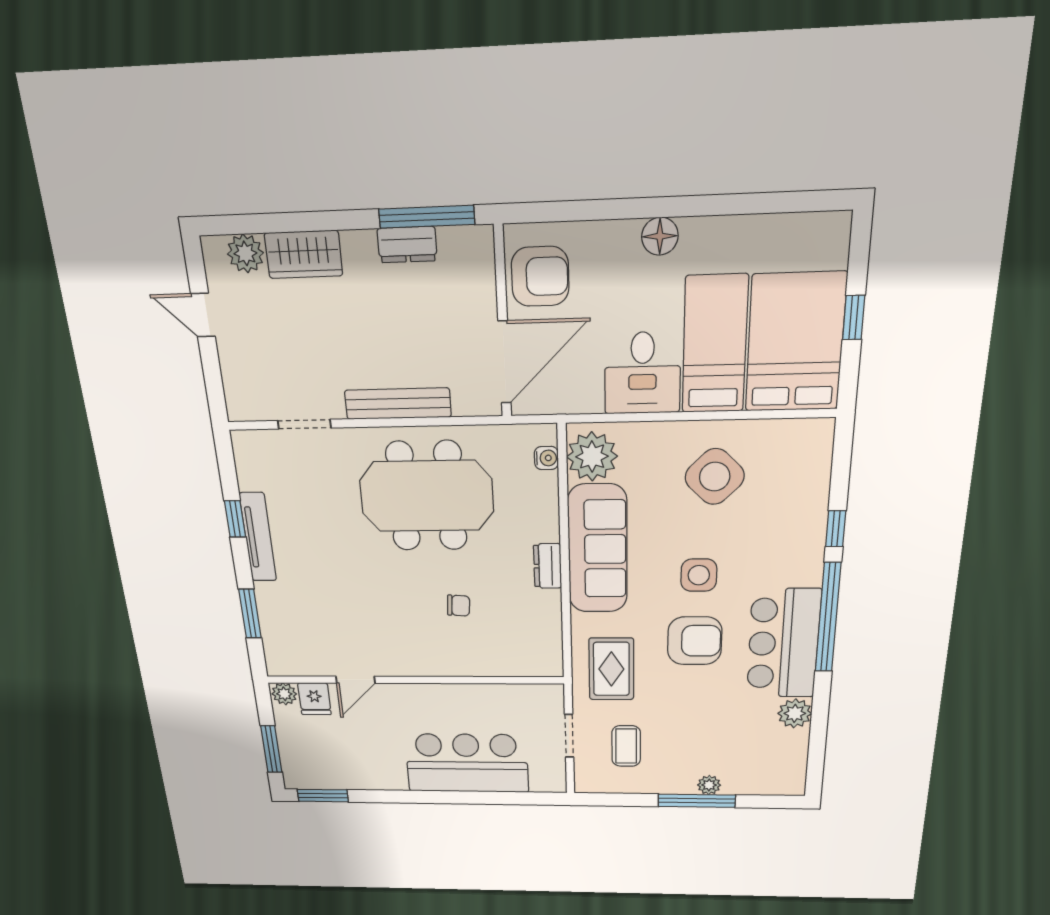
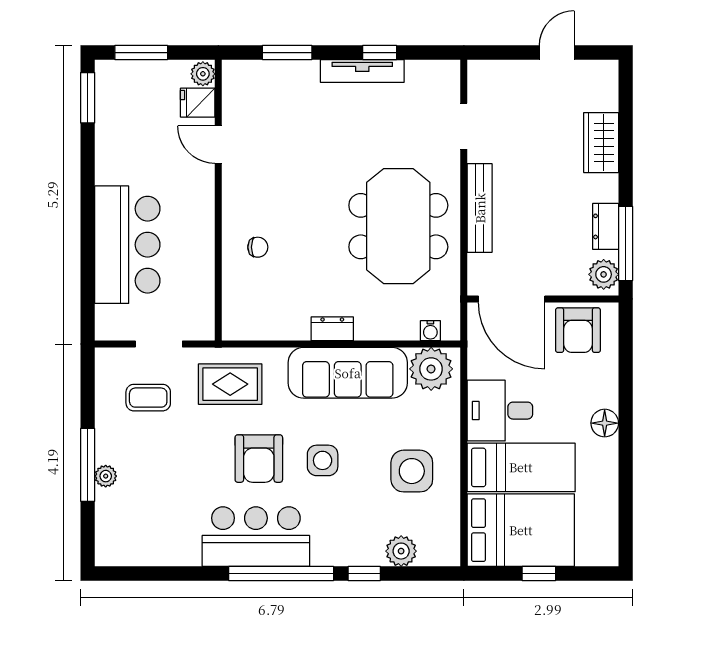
plant: (245, 253) -> (604, 274), moved
side table: (715, 477) -> (412, 471), turned 45
chair: (459, 606) -> (258, 247), moved, turned -94
plant: (795, 713) -> (401, 551), moved

